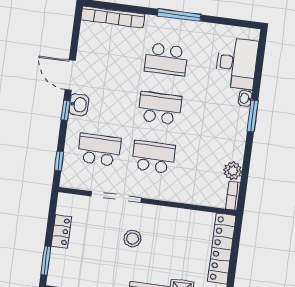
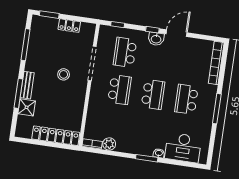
school desk: (99, 150) -> (125, 52), turned 180

